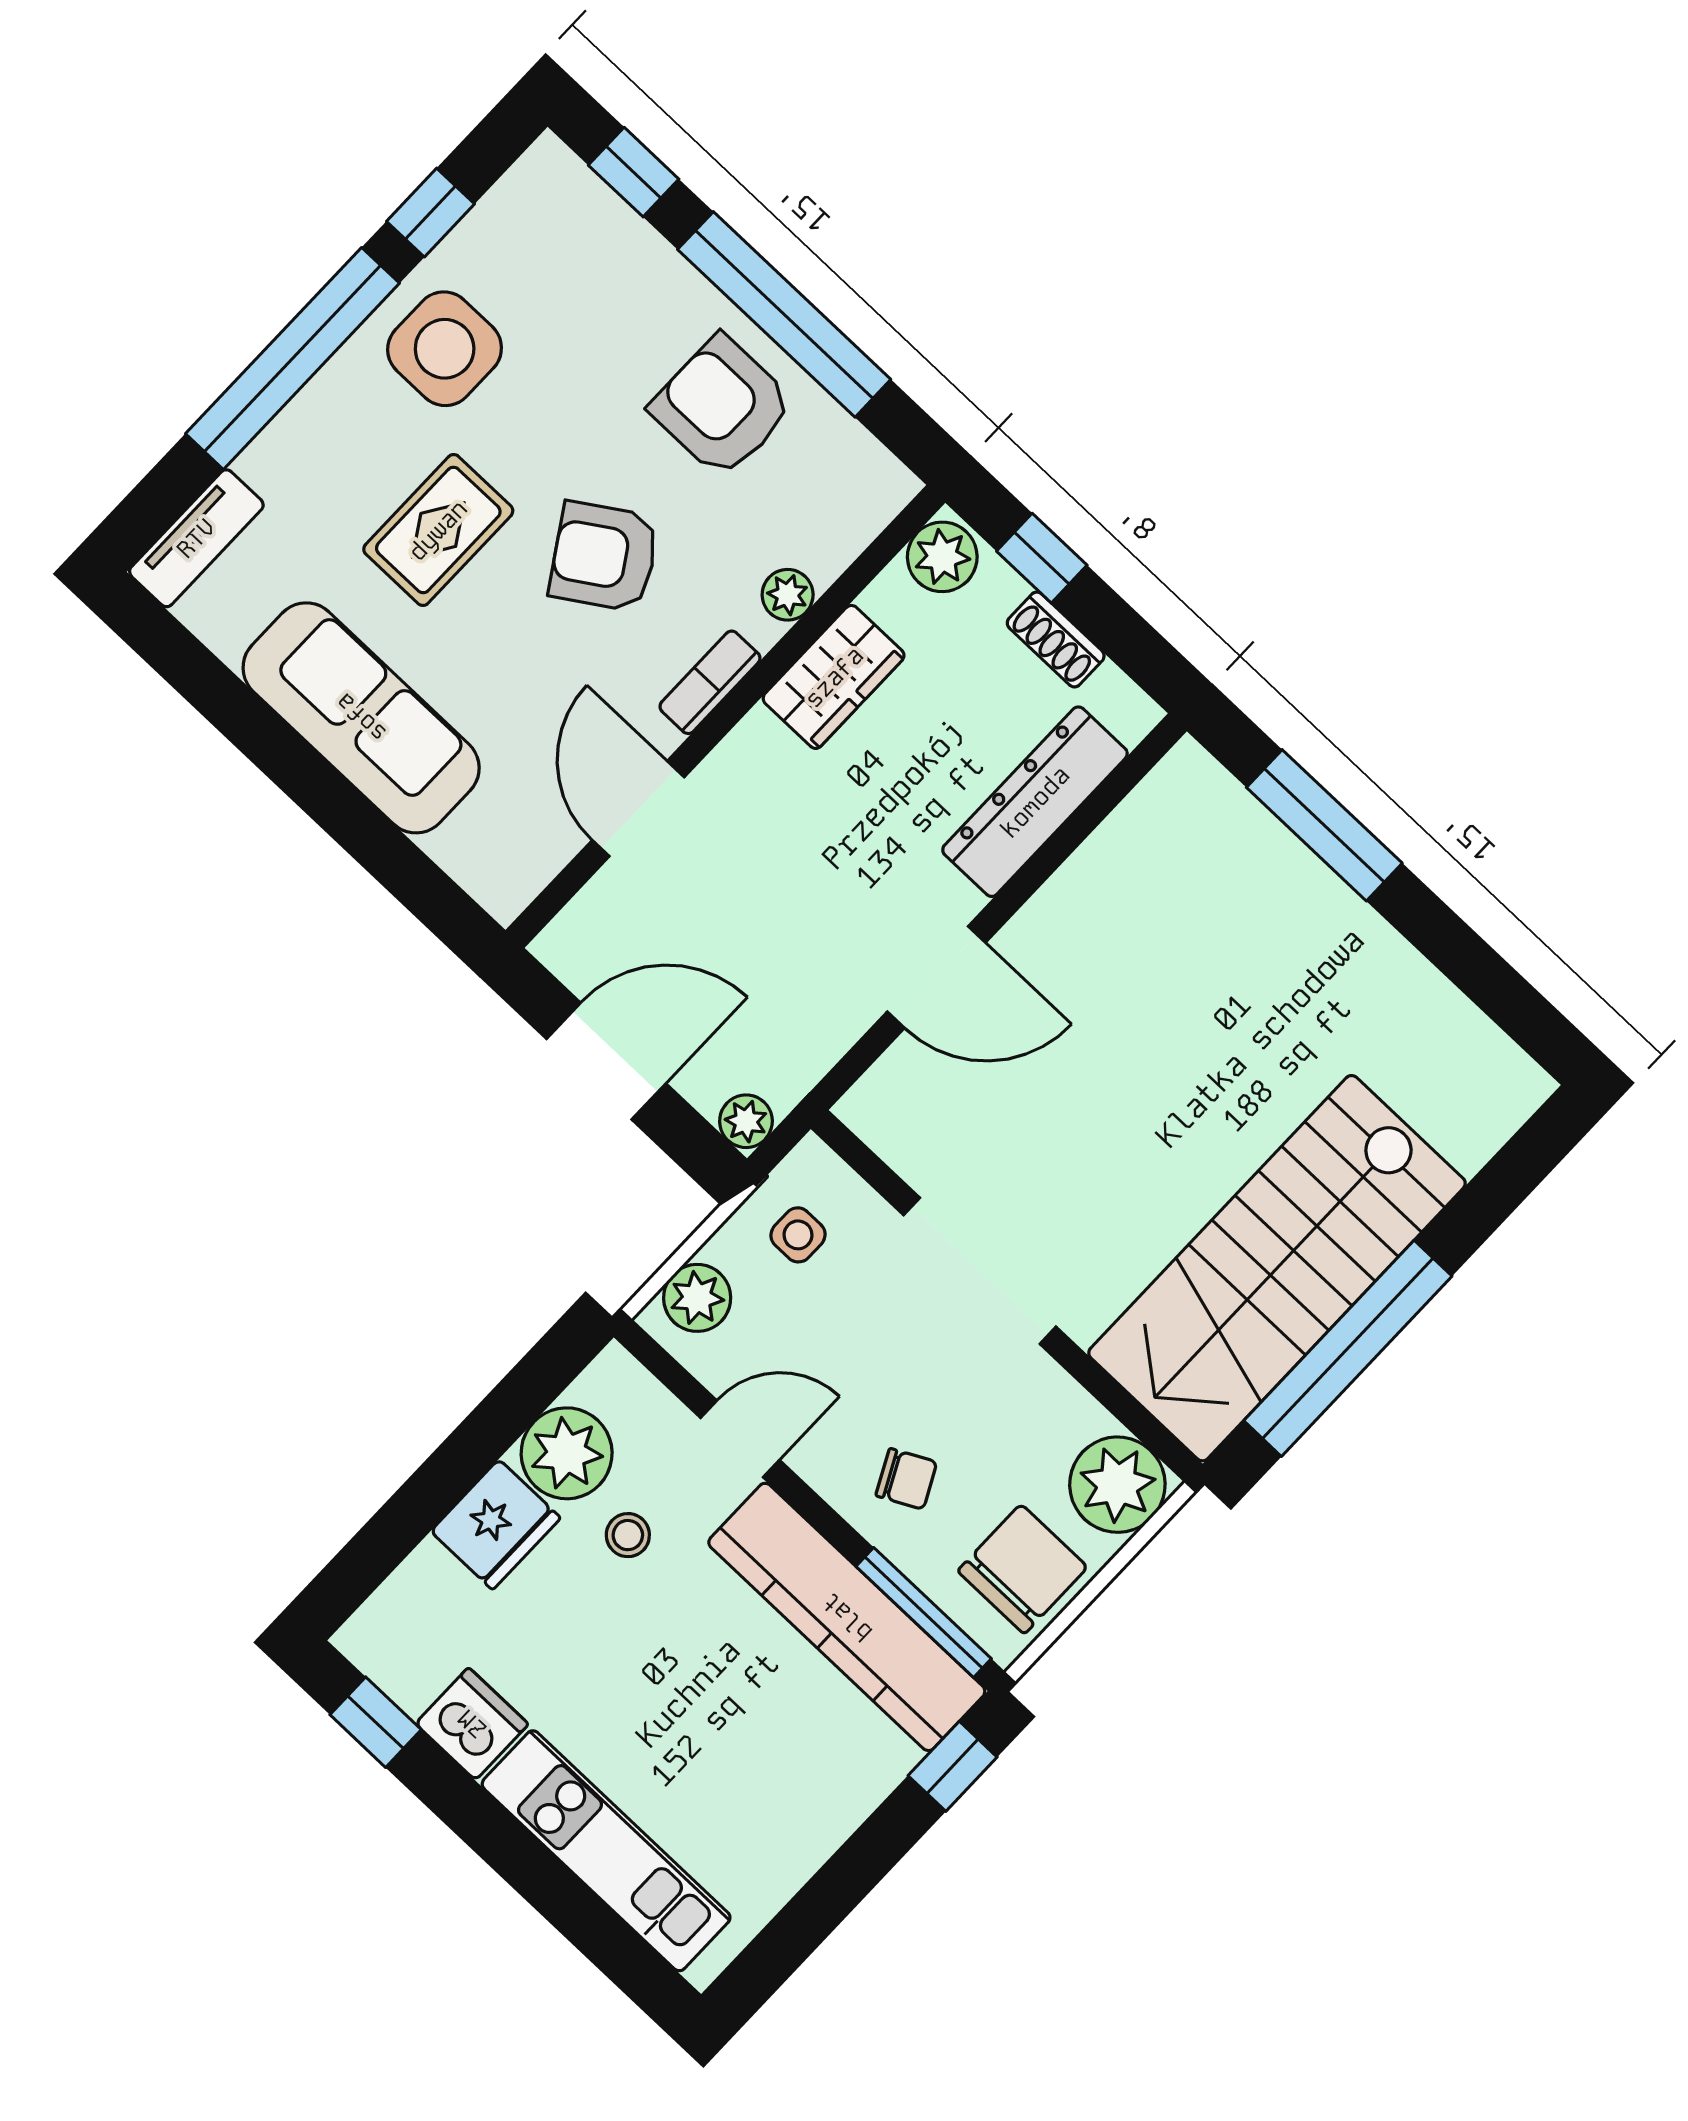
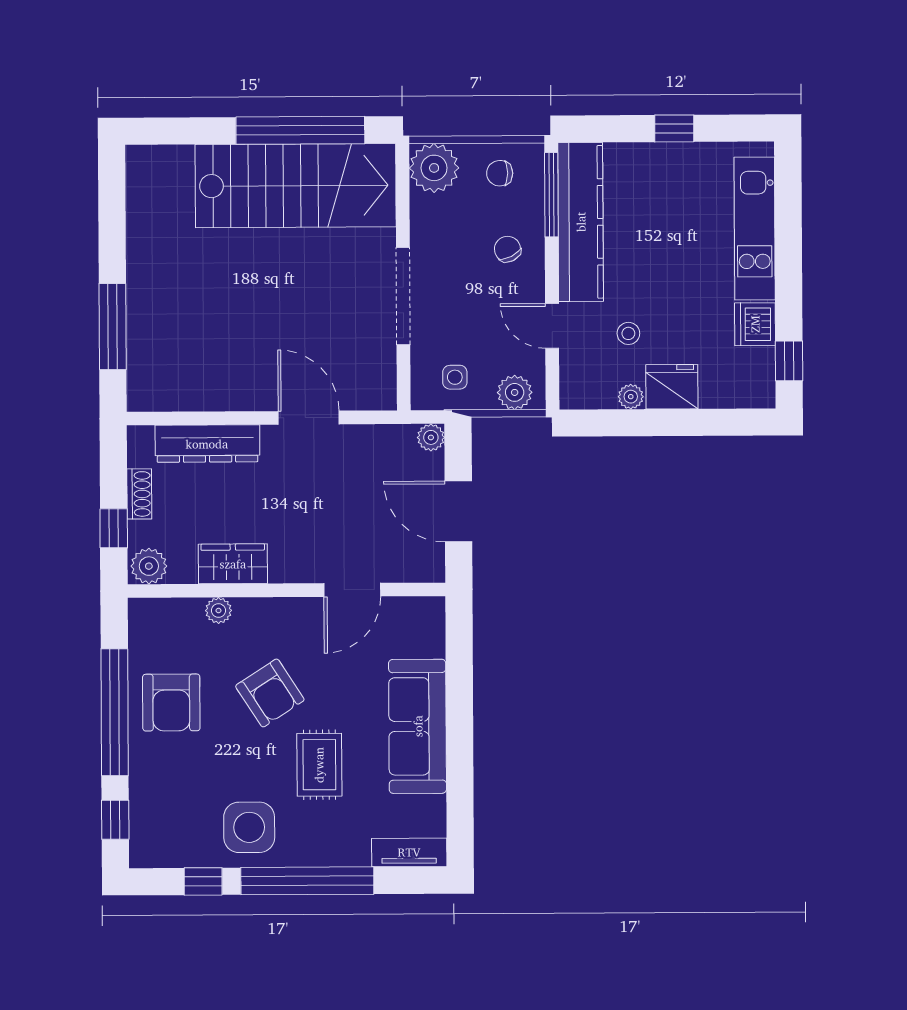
rug: (438, 530) -> (319, 765), turned 90
bookcase: (710, 682) -> (279, 608), removed
plant: (567, 1453) -> (631, 397), width x0.53, depth x0.53
chair: (1023, 1569) -> (500, 173), width x0.54, depth x0.54
window: (953, 1766) -> (674, 128), moved

